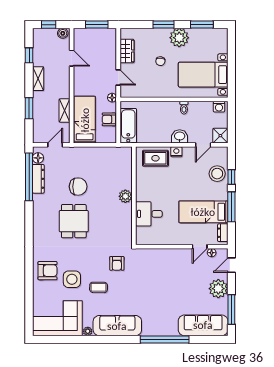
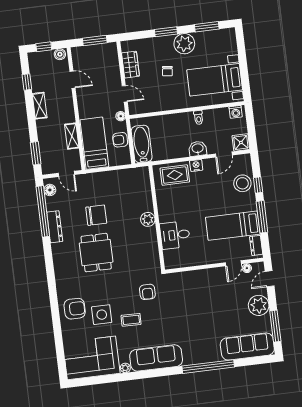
window: (29, 108) -> (36, 153), moved
door: (55, 145) -> (66, 174), swing flipped
dresser: (38, 179) -> (55, 227), moved

